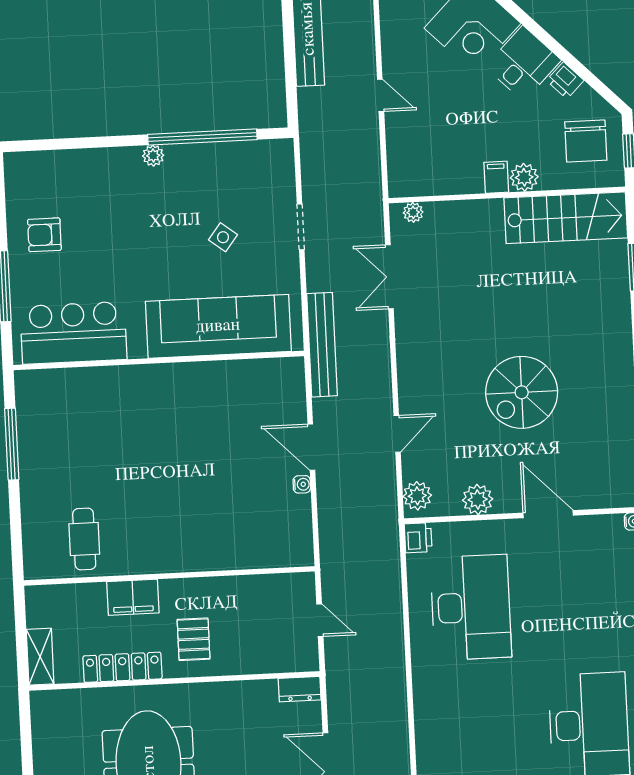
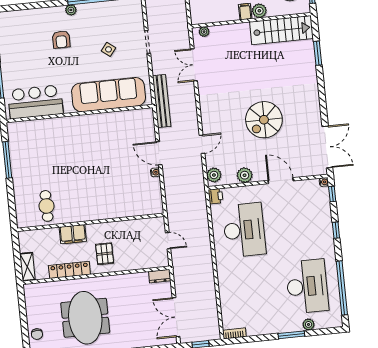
armchair: (44, 235) -> (61, 40), moved, turned -90

